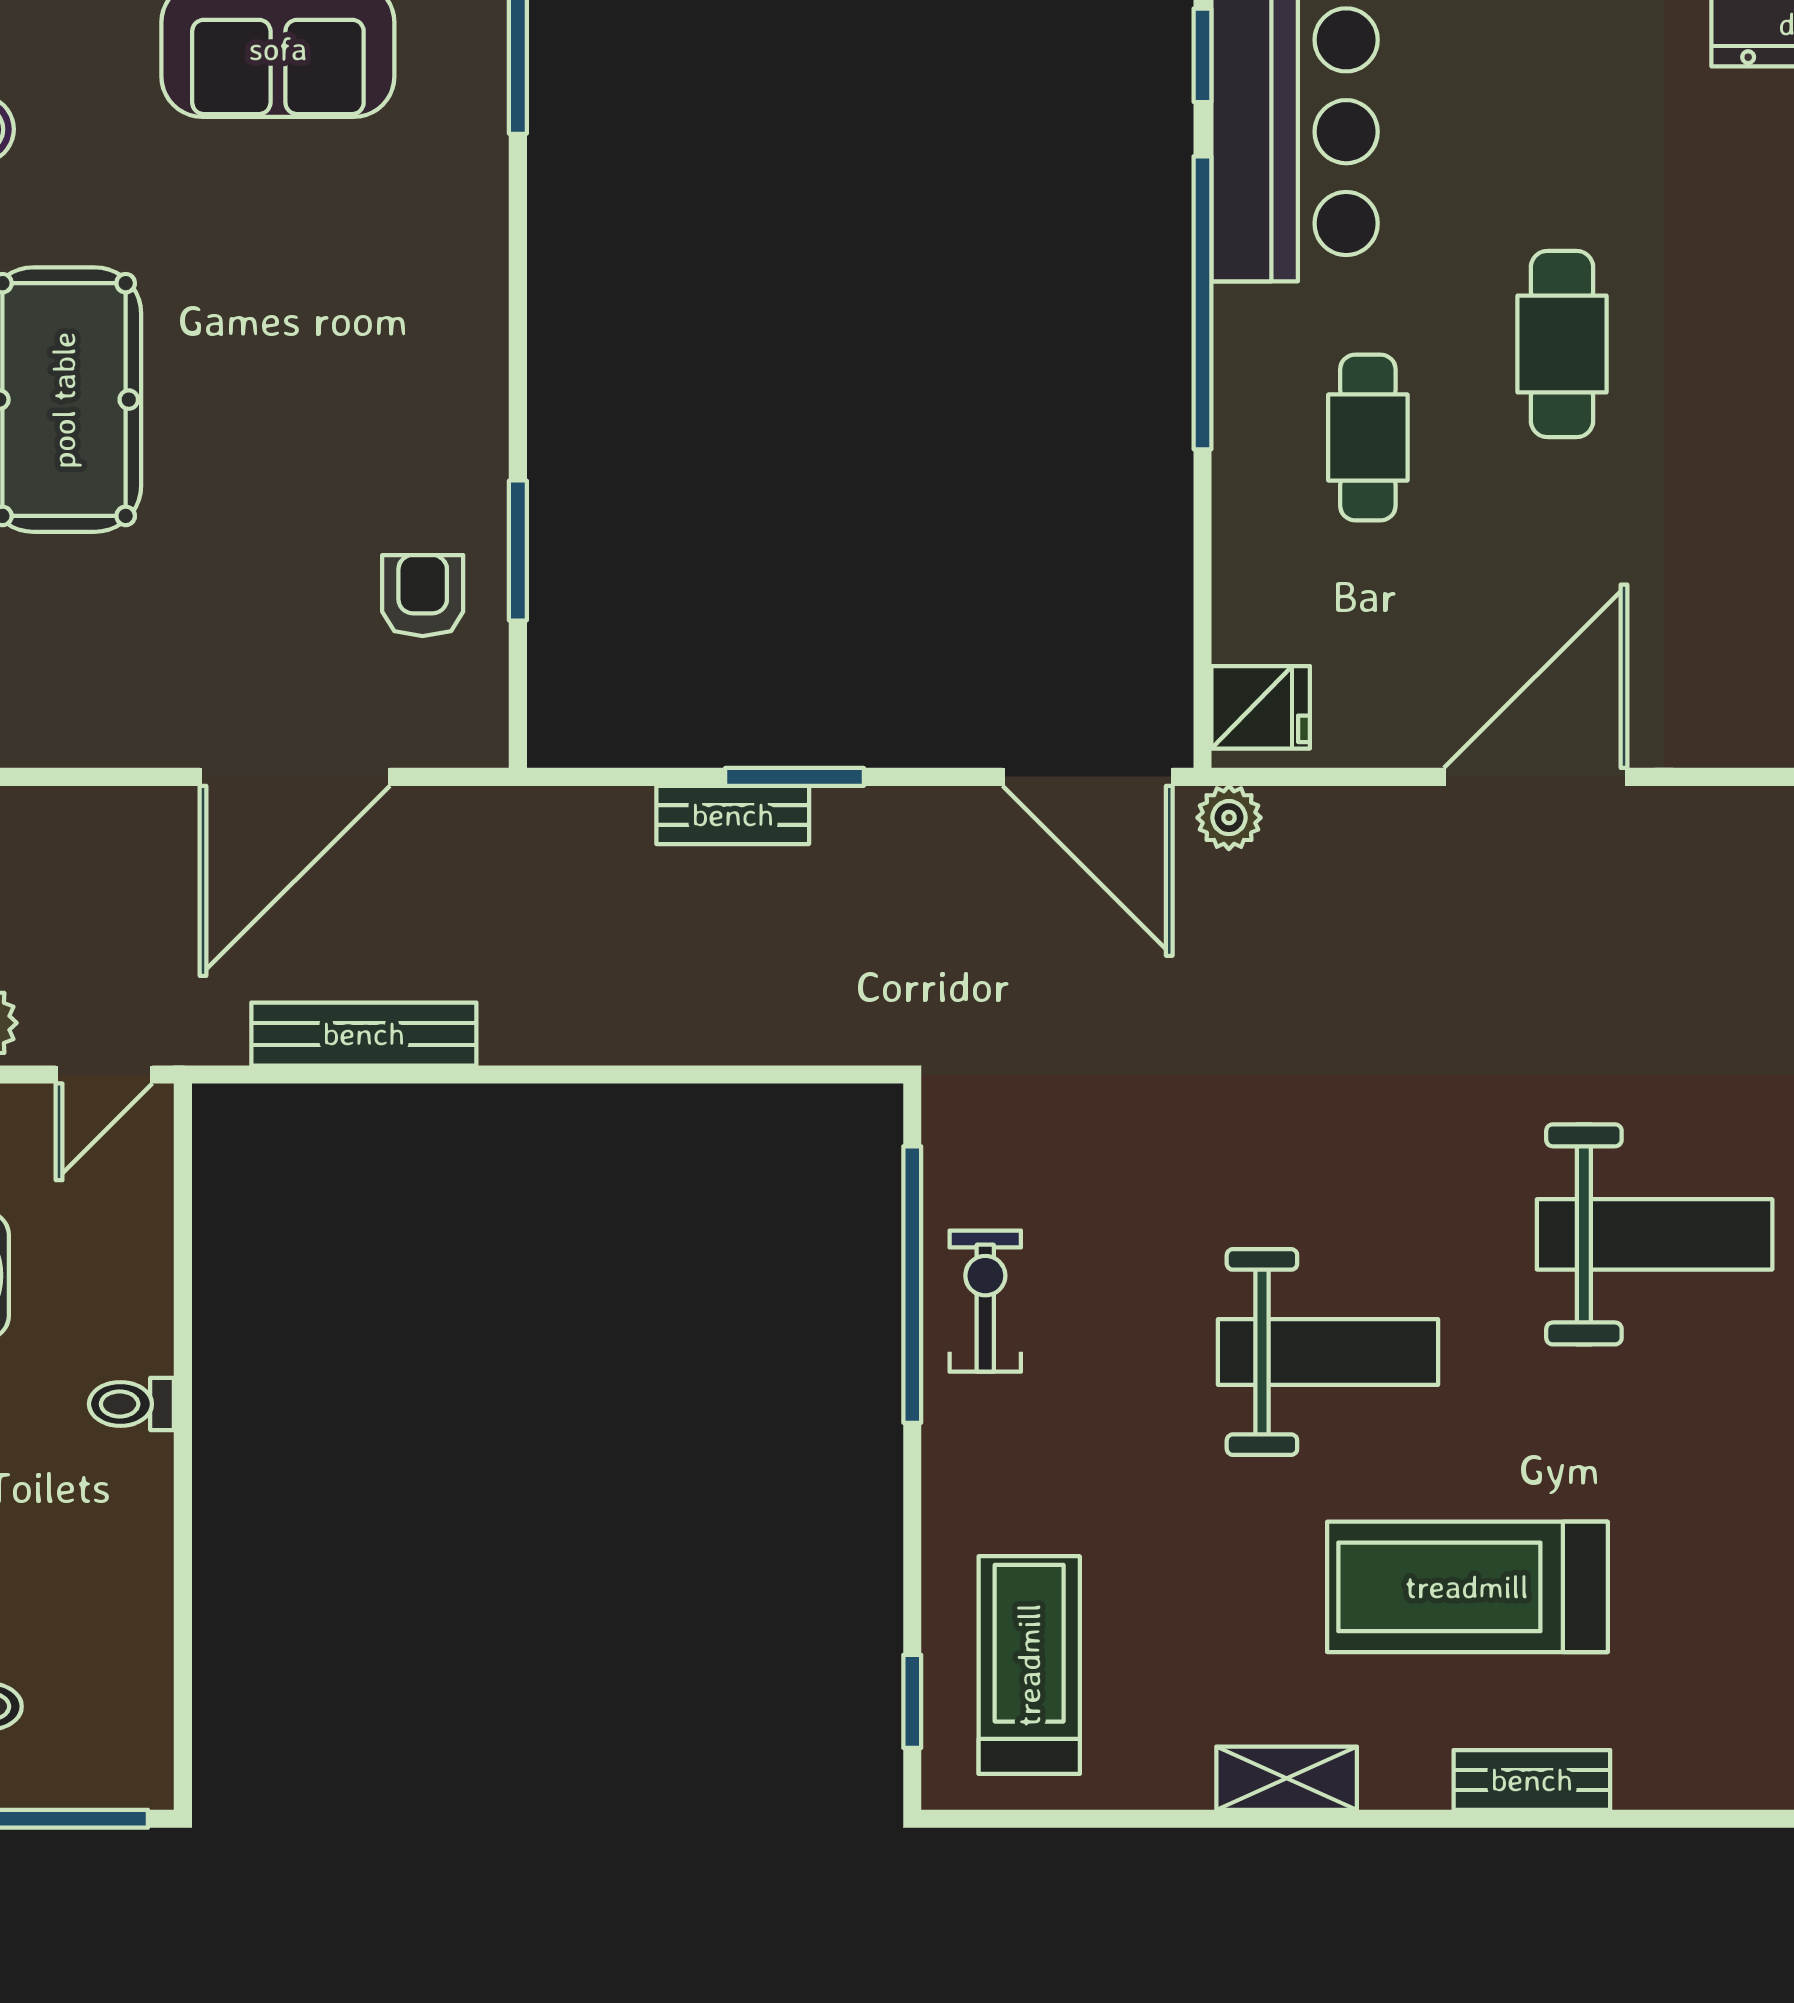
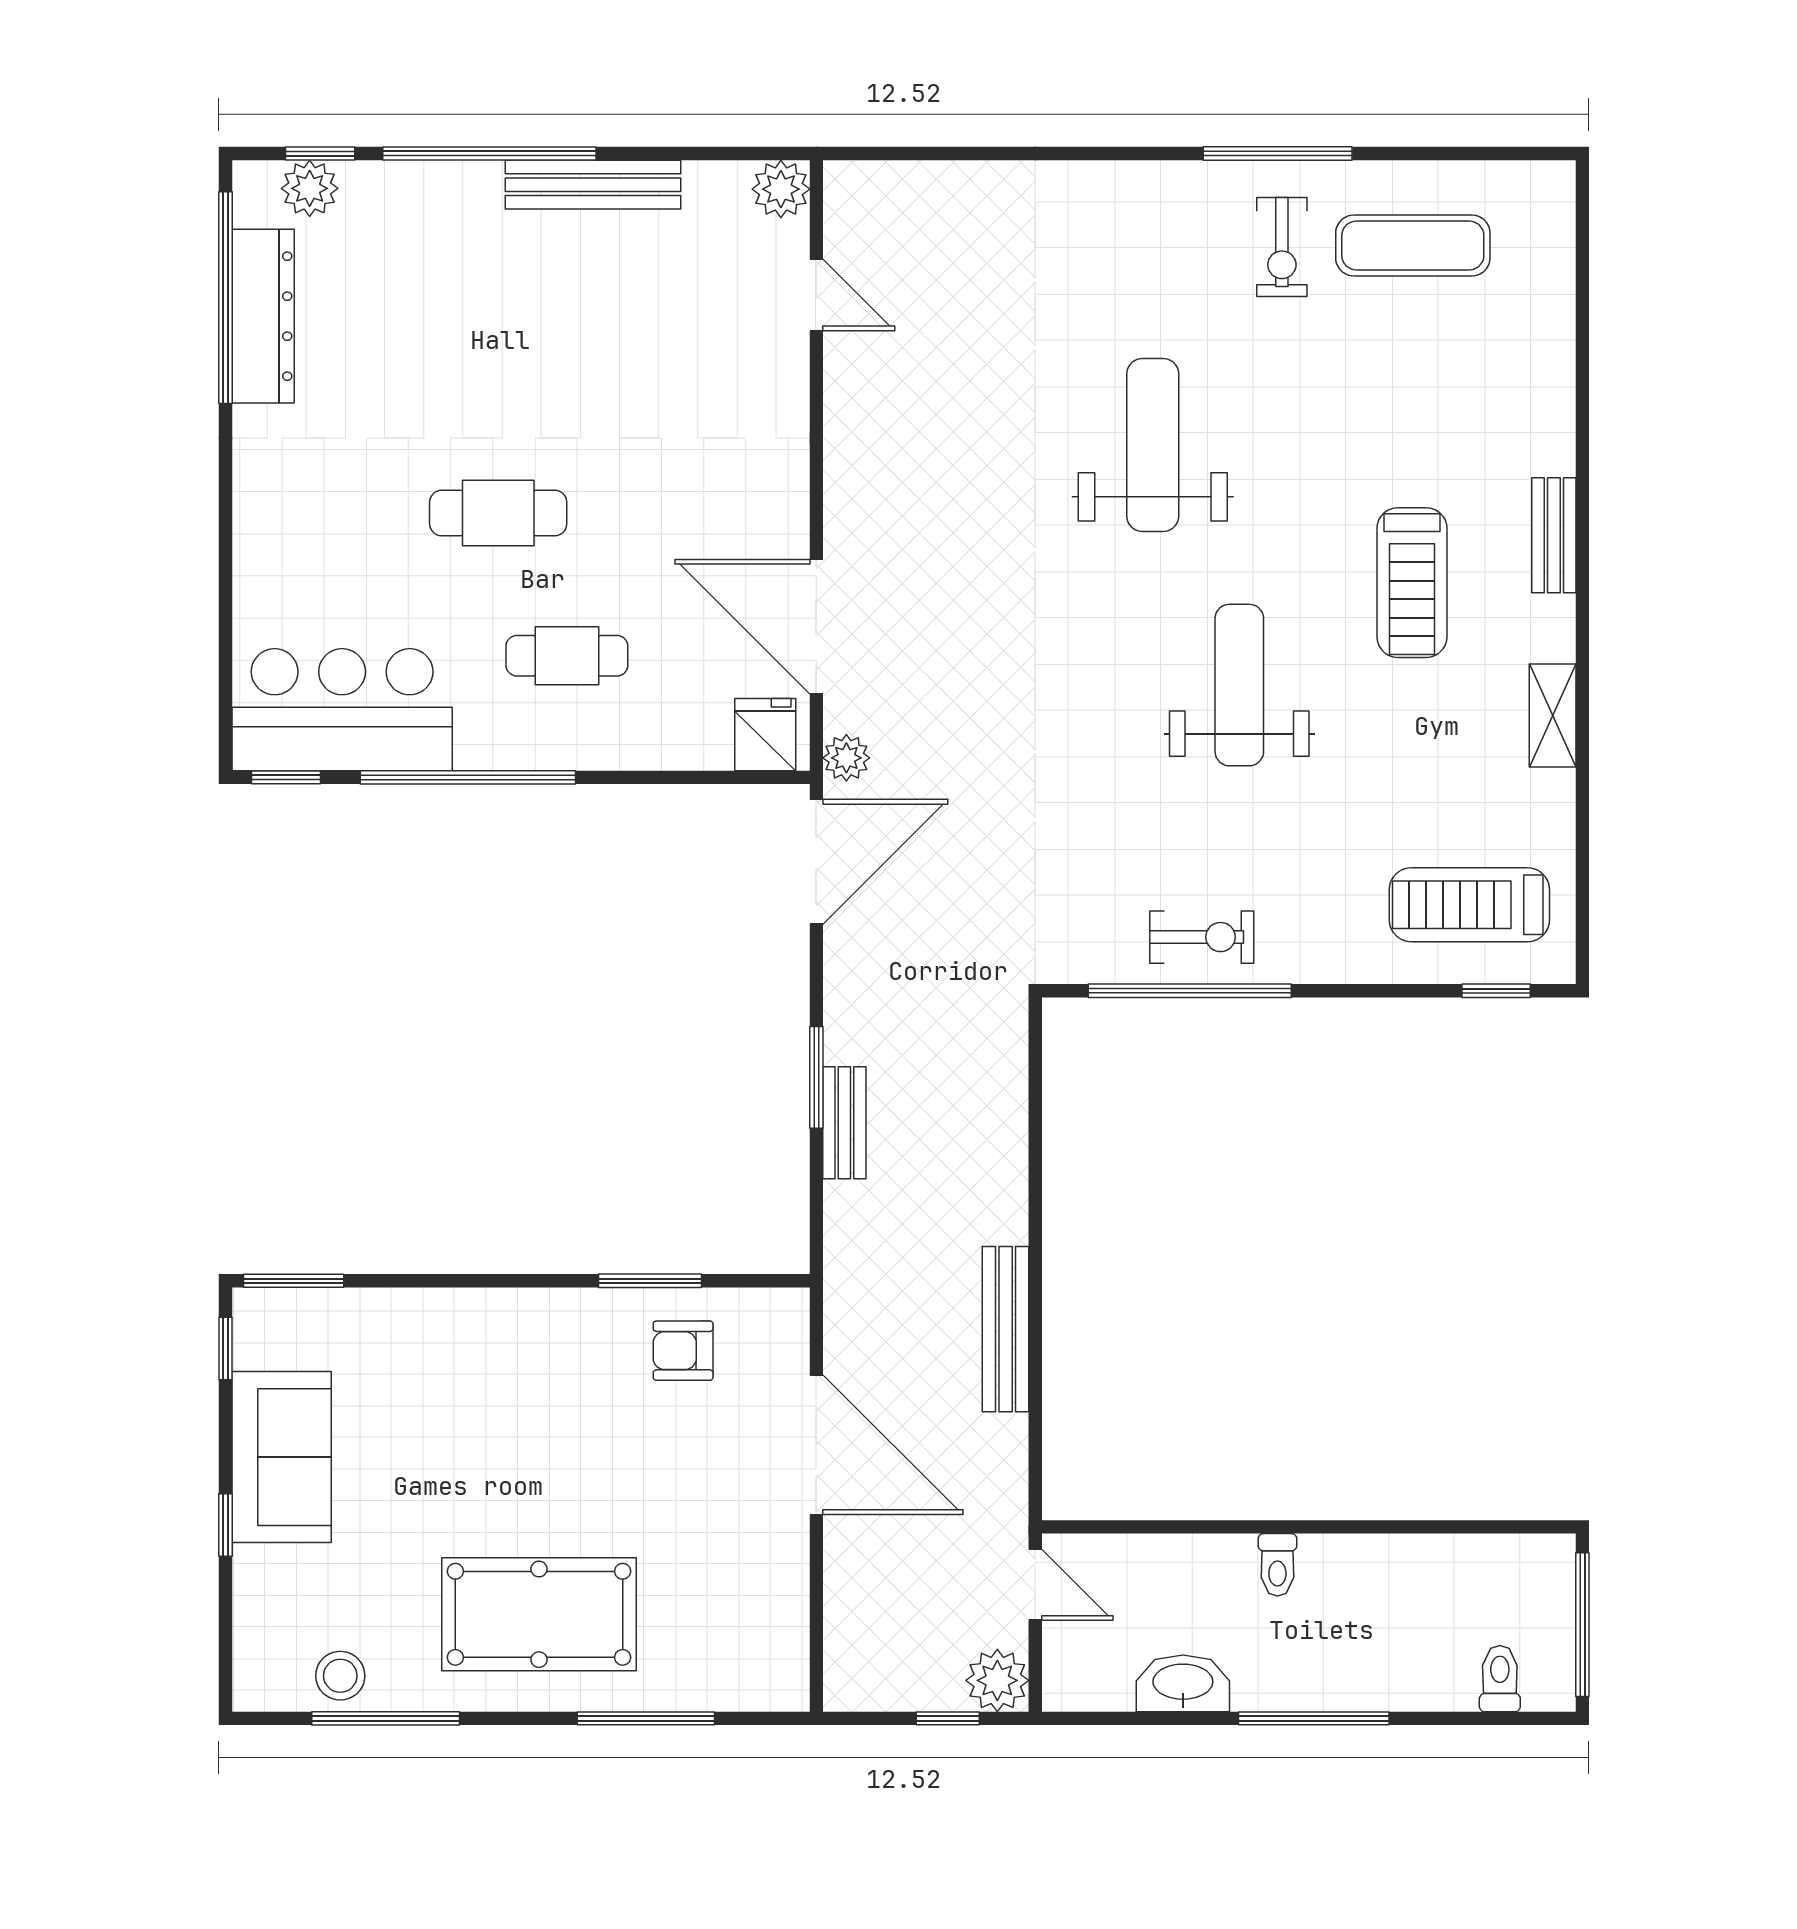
door: (1536, 777) -> (816, 627), moved
bench: (364, 1034) -> (1006, 1329), moved
exercise bike: (985, 1301) -> (1202, 937), turned 180
treadmill: (1467, 1587) -> (1412, 583), width x0.73, depth x0.73

